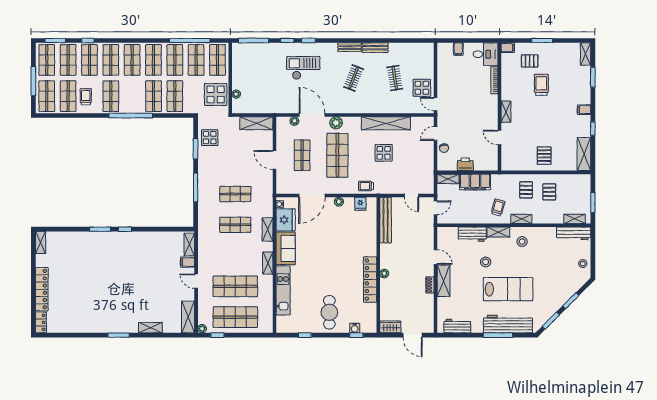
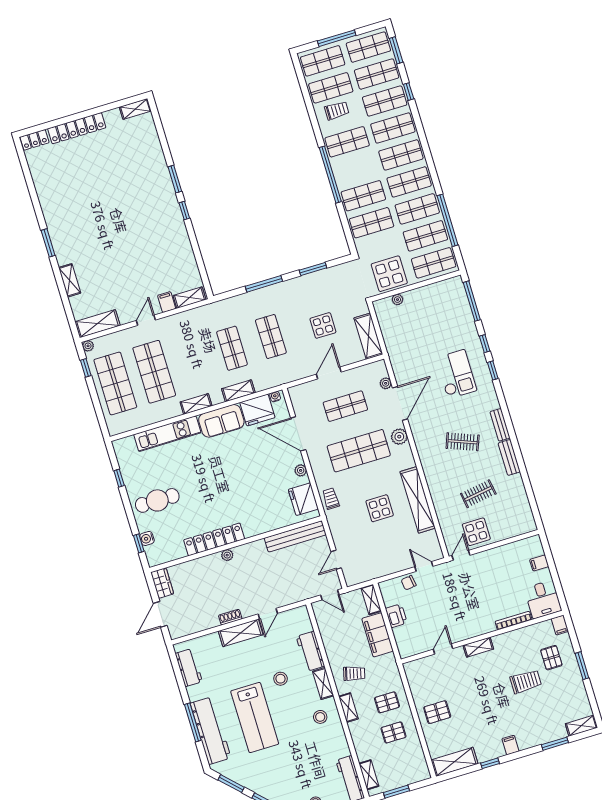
display table: (210, 138) -> (323, 325), moved
fridge: (360, 204) -> (303, 499), width x1.88, depth x1.34

